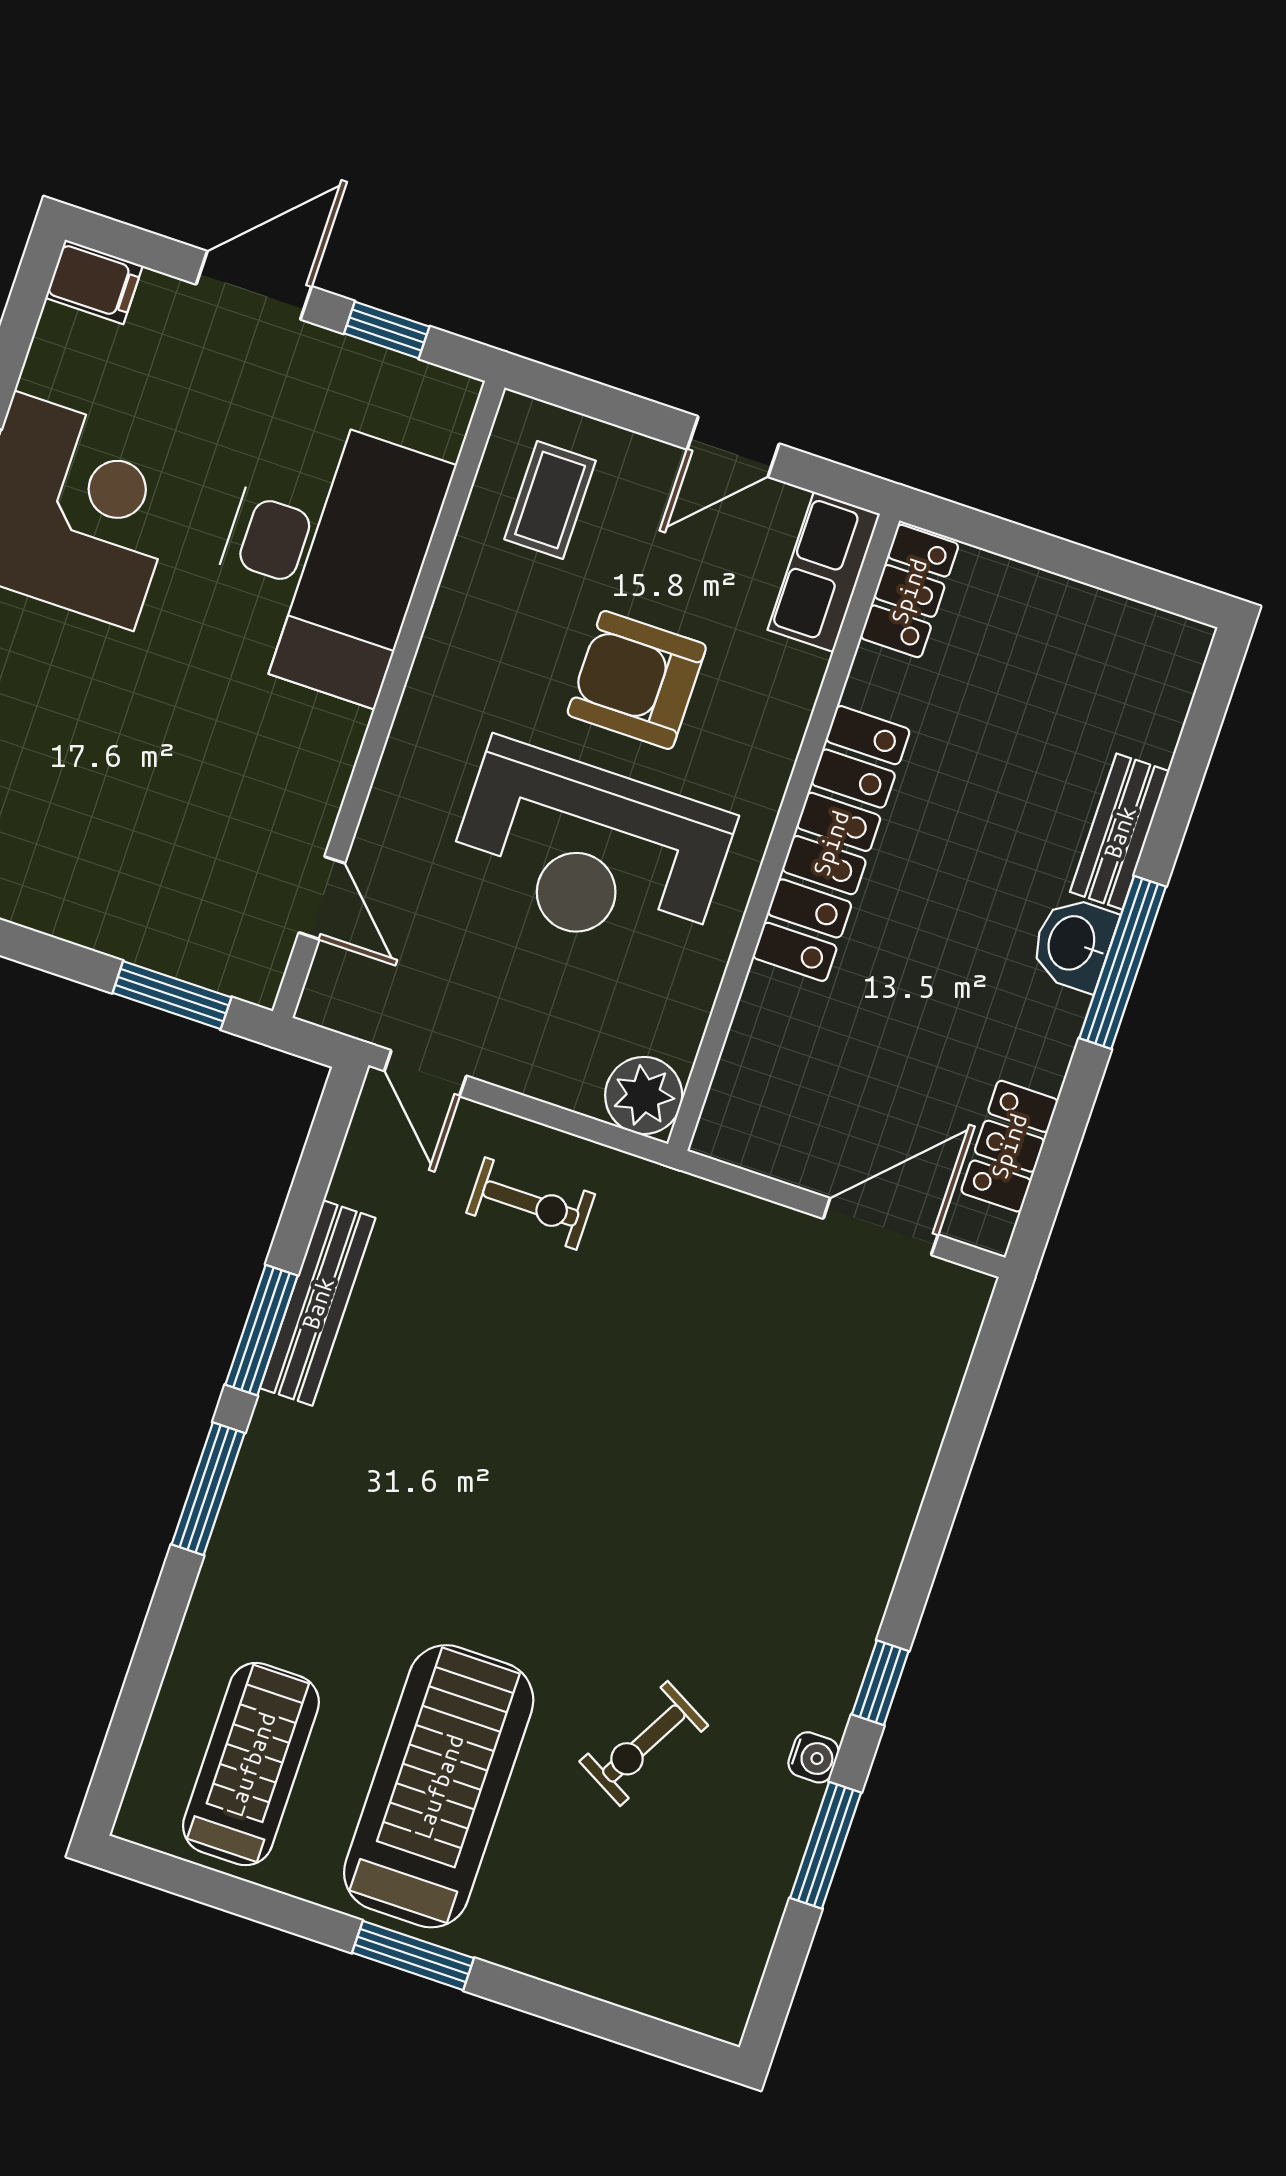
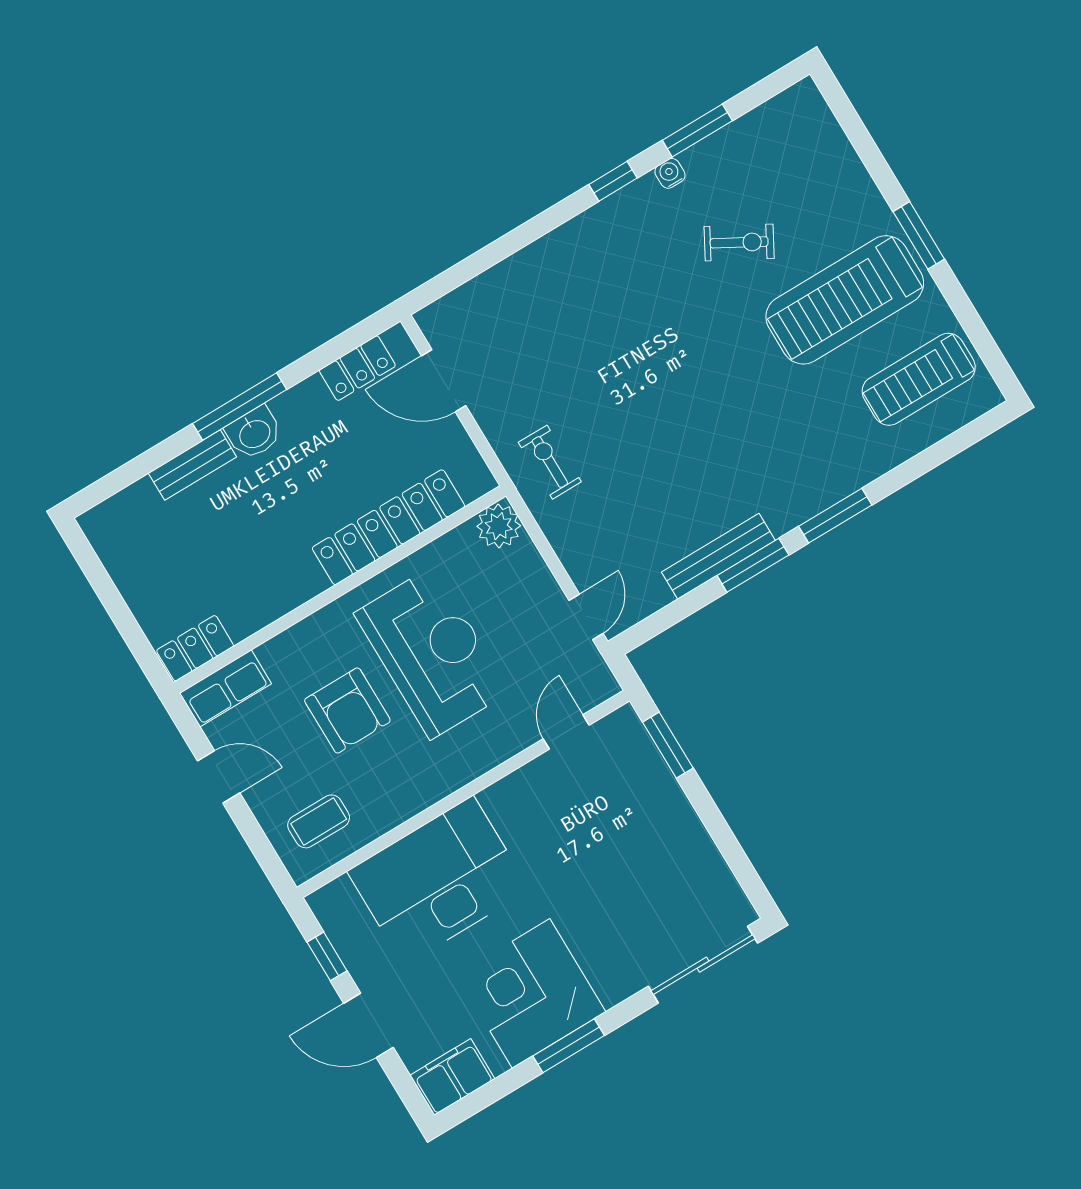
filing cabinet: (94, 282) -> (452, 1077), width x2.00
locker: (831, 843) -> (388, 527), moved
exercise bike: (531, 1203) -> (550, 462), moved

